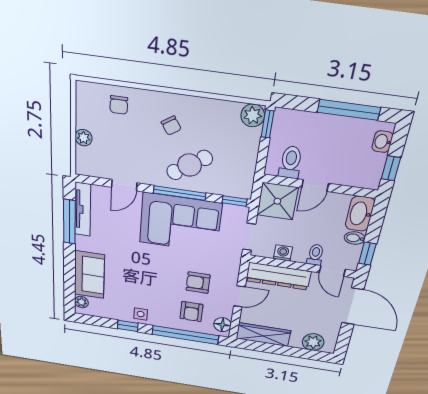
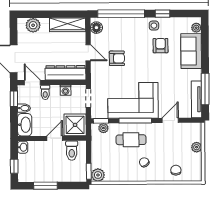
window: (349, 110) -> (45, 186), width x0.69
washbasin: (382, 142) -> (23, 147), moved
cafe table: (189, 165) -> (131, 140), turned 34
window: (391, 168) -> (14, 166), moved
plant: (232, 189) -> (103, 128), added
door: (239, 296) -> (88, 53), swing flipped
armchair: (191, 312) -> (160, 46), moved

